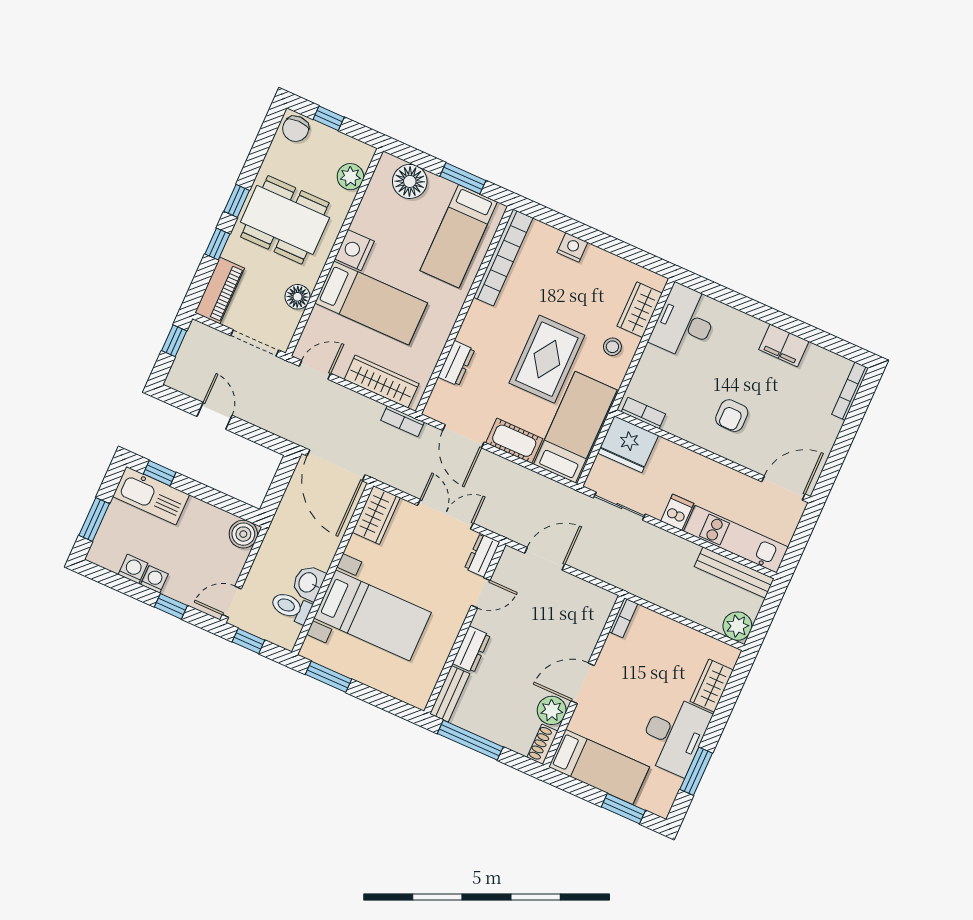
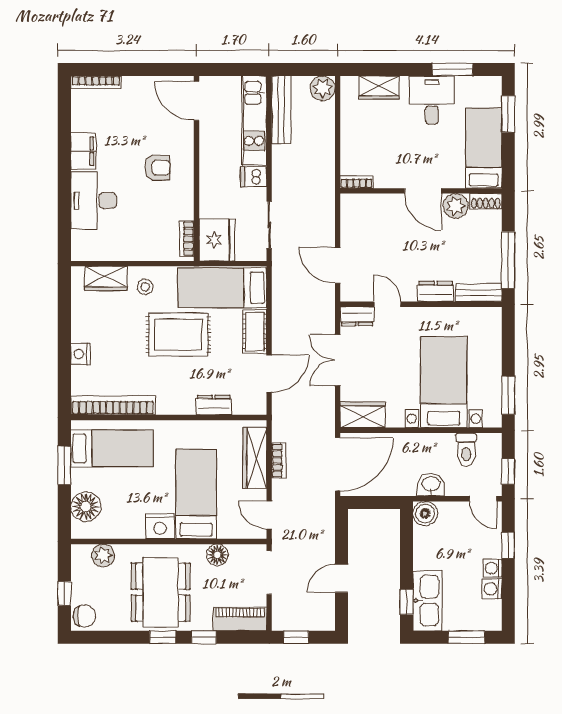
desk: (685, 322) -> (94, 200), moved, turned 90
bookcase: (403, 421) -> (279, 461), moved
washbasin: (308, 583) -> (431, 484), moved, turned 180
desk: (674, 735) -> (432, 100), width x0.73

